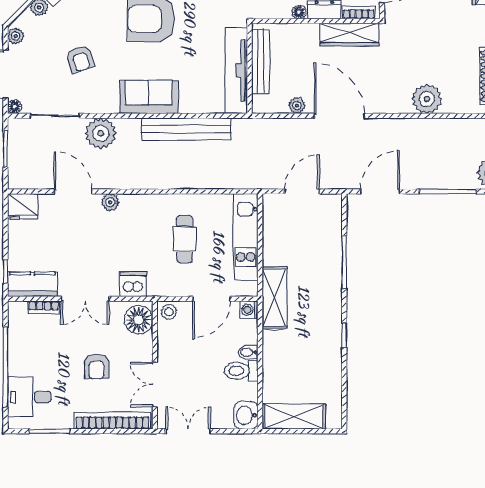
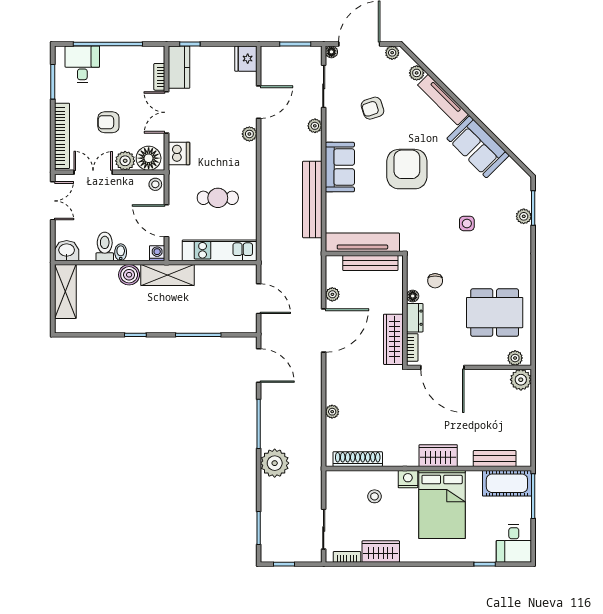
plant: (427, 99) -> (332, 412), width x0.53, depth x0.53
plant: (101, 133) -> (315, 126), width x0.53, depth x0.53
boiler: (274, 342) -> (129, 275), added
plant: (141, 347) -> (125, 161), added

